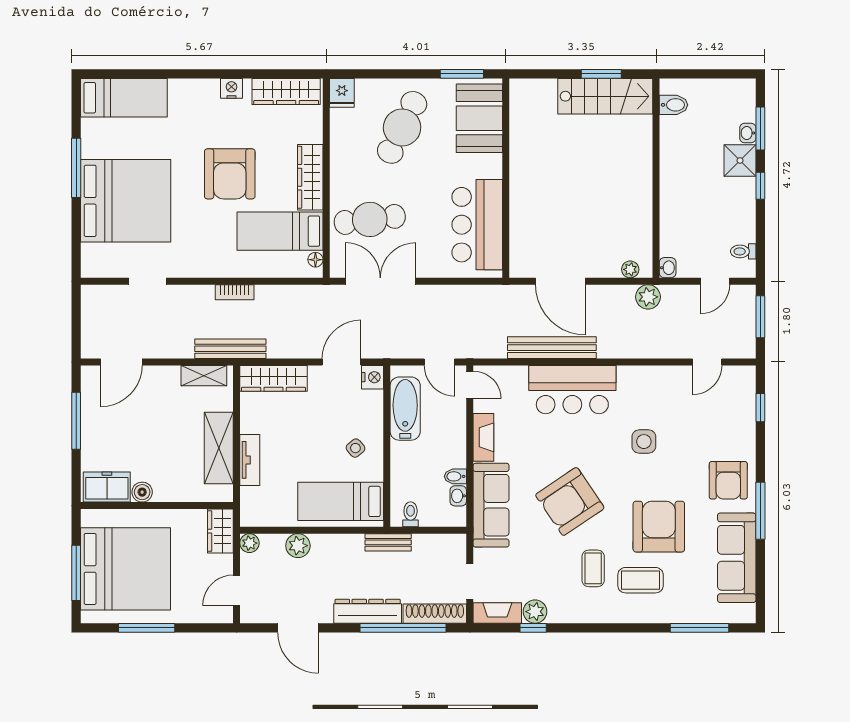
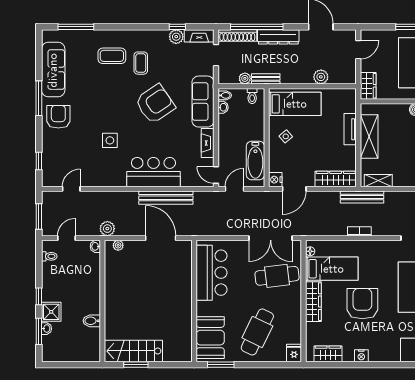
wardrobe: (286, 91) -> (328, 354), width x0.67
bidet: (674, 105) -> (92, 321), moved
door: (440, 362) -> (234, 189), hinge flipped
bidet: (455, 476) -> (225, 95), moved
armchair: (659, 527) -> (101, 89), removed
plant: (249, 543) -> (245, 78), moved

